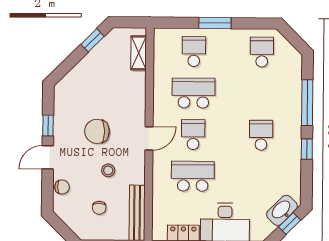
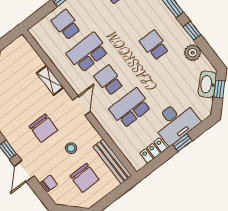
shelving: (139, 53) -> (50, 80), moved
chair: (97, 131) -> (43, 128), turned -90
plant: (291, 170) -> (193, 53), added
chair: (99, 208) -> (85, 178), width x1.87, depth x1.87

